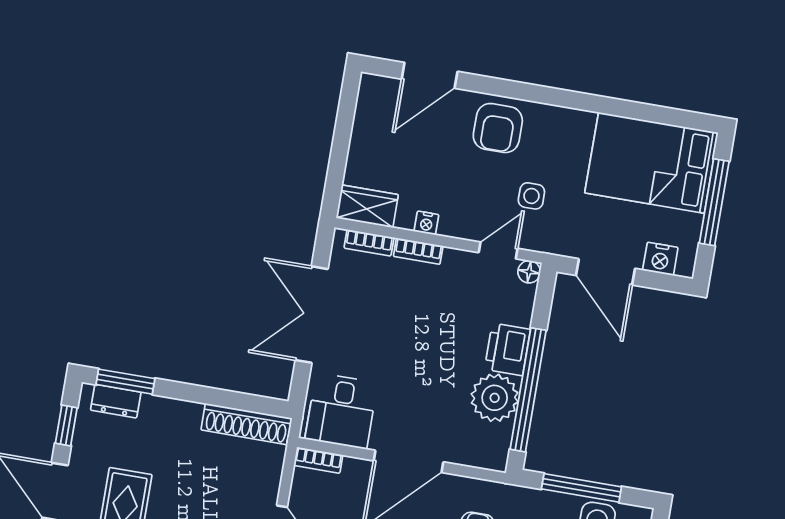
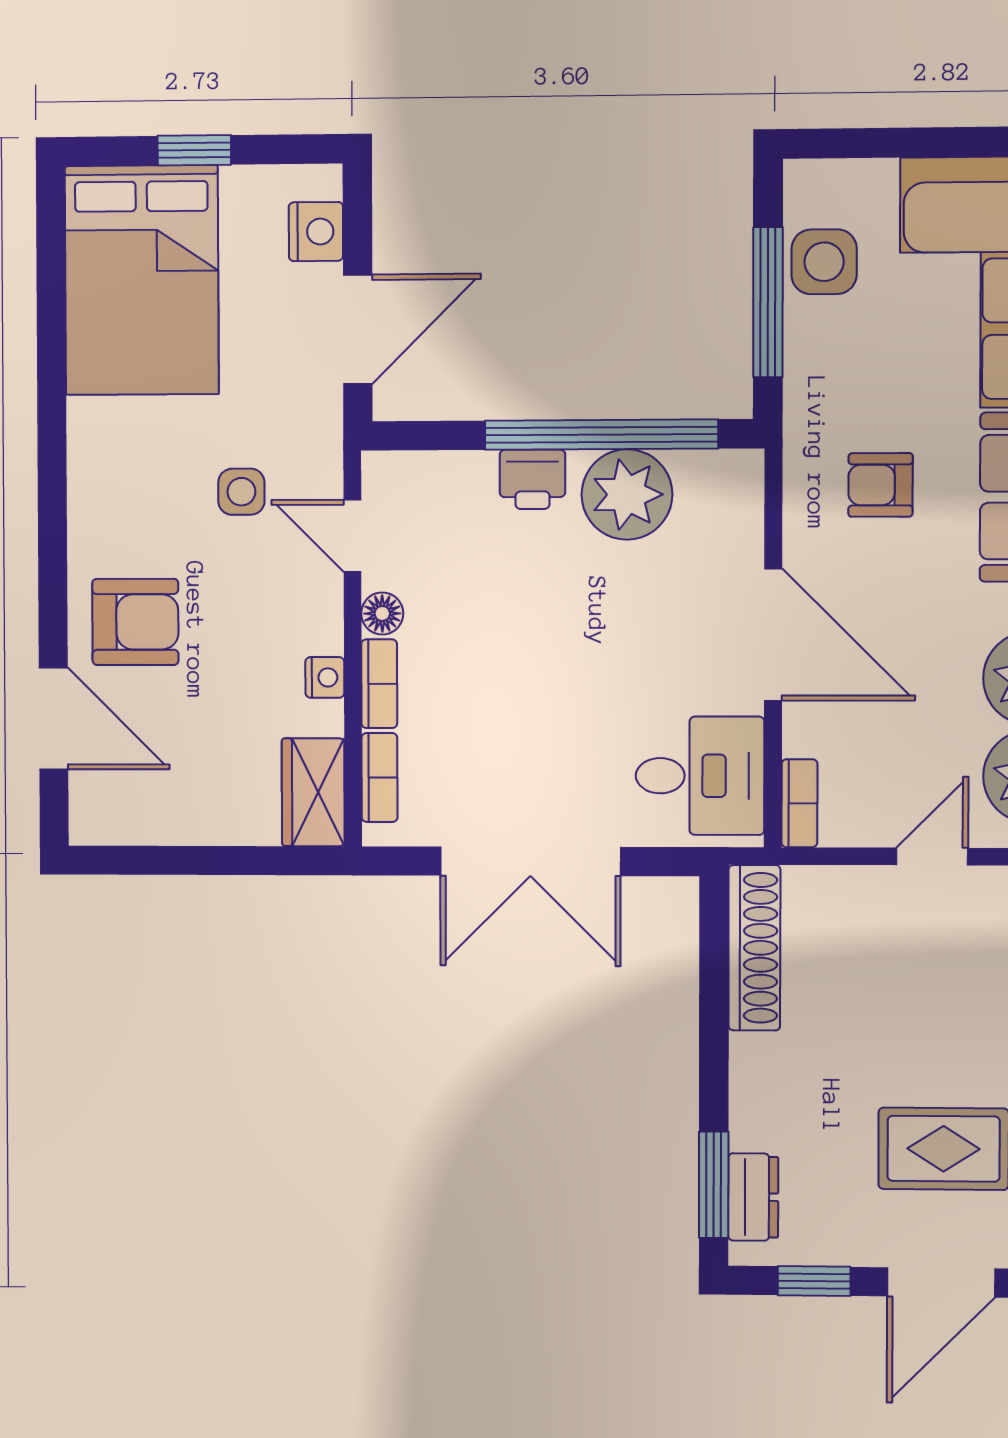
armchair: (498, 128) -> (135, 622), moved
window: (714, 202) -> (194, 150), width x0.46
floor lamp: (529, 272) -> (382, 613), moved
printer: (507, 349) -> (532, 479), width x0.73, depth x0.81

